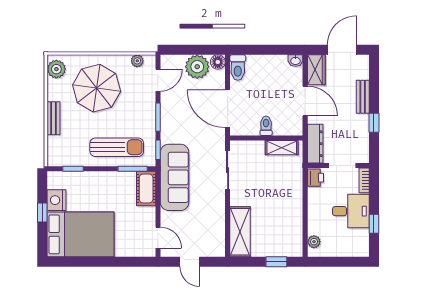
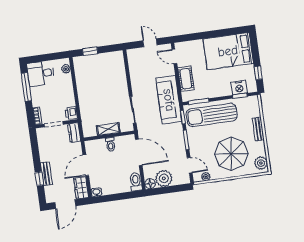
door: (158, 80) -> (190, 165), swing flipped
door: (305, 101) -> (86, 165), hinge flipped
window: (374, 123) -> (39, 179), moved
dresser: (315, 144) -> (74, 133), width x0.70
sun lounger: (117, 147) -> (212, 115), width x1.36, depth x1.34
shelving: (282, 148) -> (108, 129), moved
cot: (146, 189) -> (186, 79), moved
nightstand: (57, 200) -> (239, 88), moved, turned 90
desk: (351, 211) -> (41, 73), moved
window: (42, 212) -> (258, 73), moved
window: (374, 224) -> (26, 87), width x2.17
shelving: (240, 232) -> (118, 68), removed

